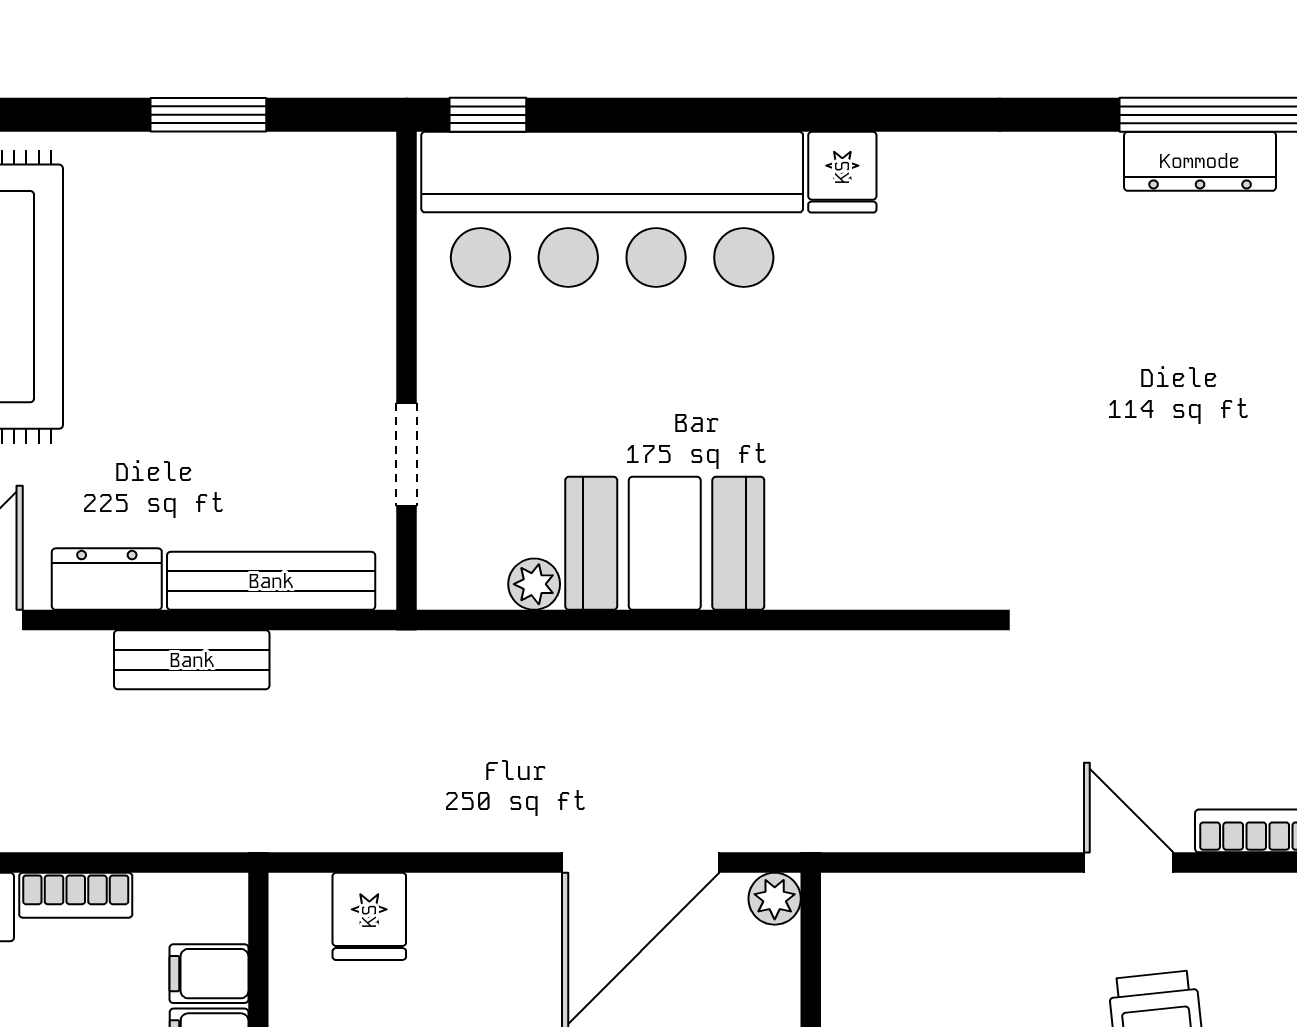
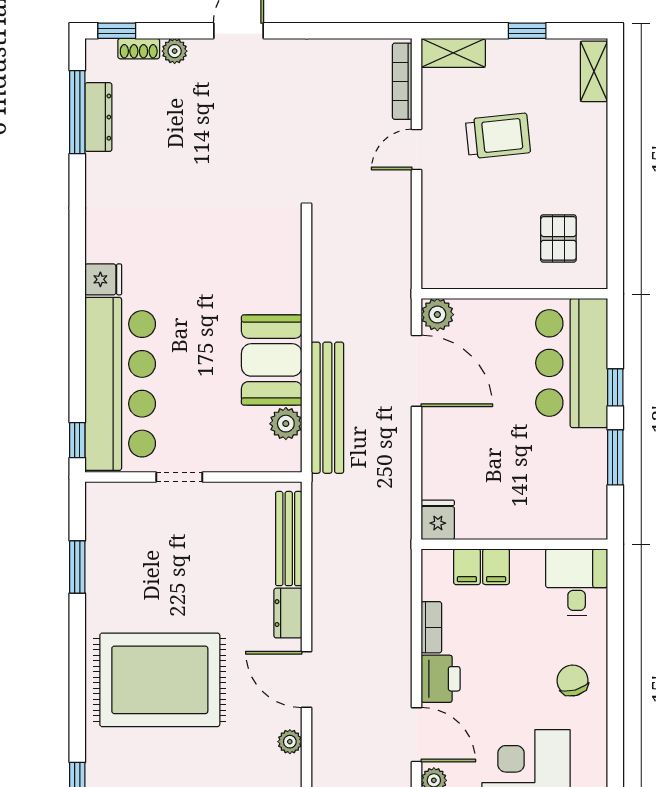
doorway: (407, 454) -> (179, 477), moved
plant: (534, 584) -> (286, 424), width x1.38, depth x1.38
bench: (192, 660) -> (327, 408), moved, width x1.86, depth x1.21
plant: (775, 899) -> (437, 315), width x1.38, depth x1.38
fridge: (369, 916) -> (438, 520), moved, turned -90

